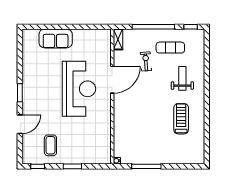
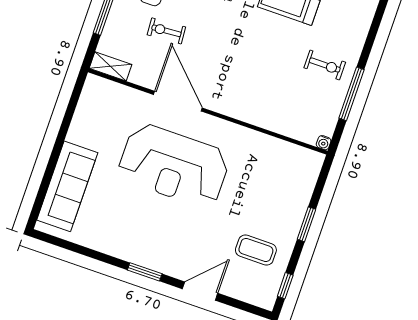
sofa: (56, 38) -> (67, 186), width x1.36
reception desk: (79, 89) -> (174, 165), turned 180
door: (20, 124) -> (200, 291), hinge flipped
exercise bike: (156, 148) -> (325, 65), added

